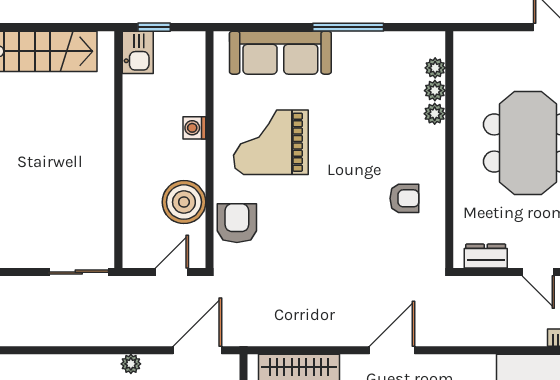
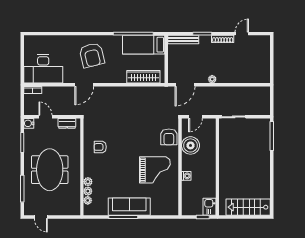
sofa: (280, 53) -> (129, 207), moved
door: (392, 350) -> (84, 85), moved

